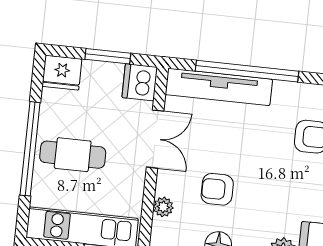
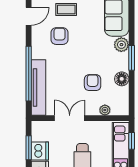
dishwasher: (140, 82) -> (40, 151), moved, turned -90
armchair: (217, 189) -> (93, 83), turned 180

